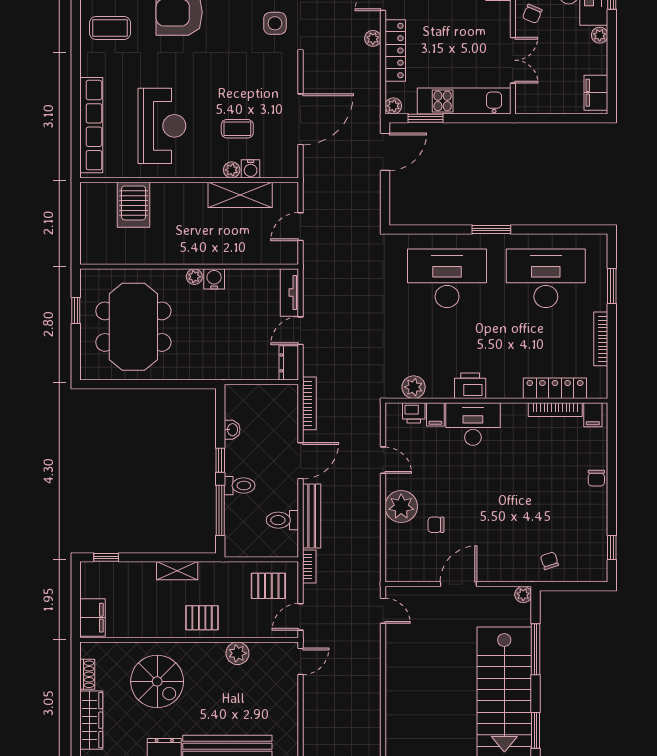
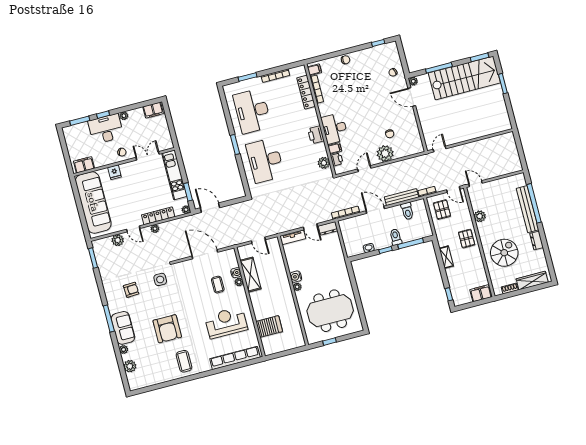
door: (459, 584) -> (412, 97), moved

